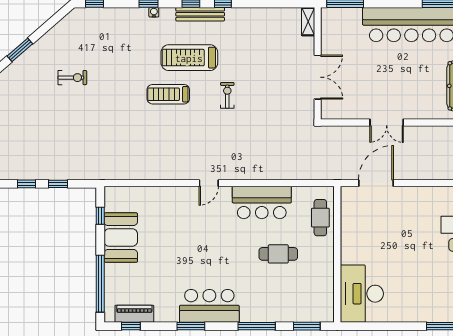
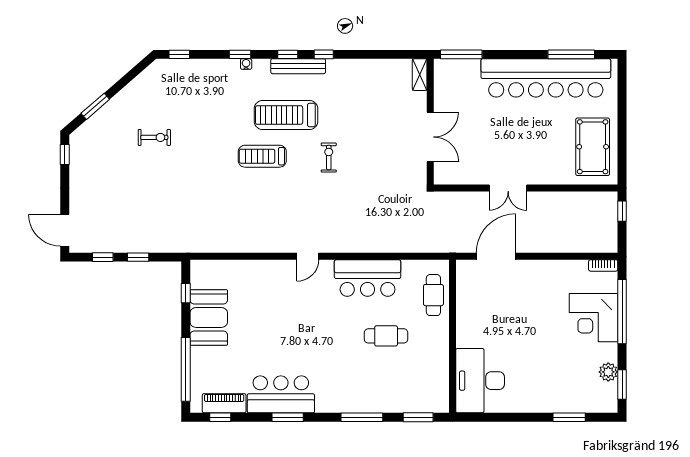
bar counter: (209, 306) -> (281, 394), moved

